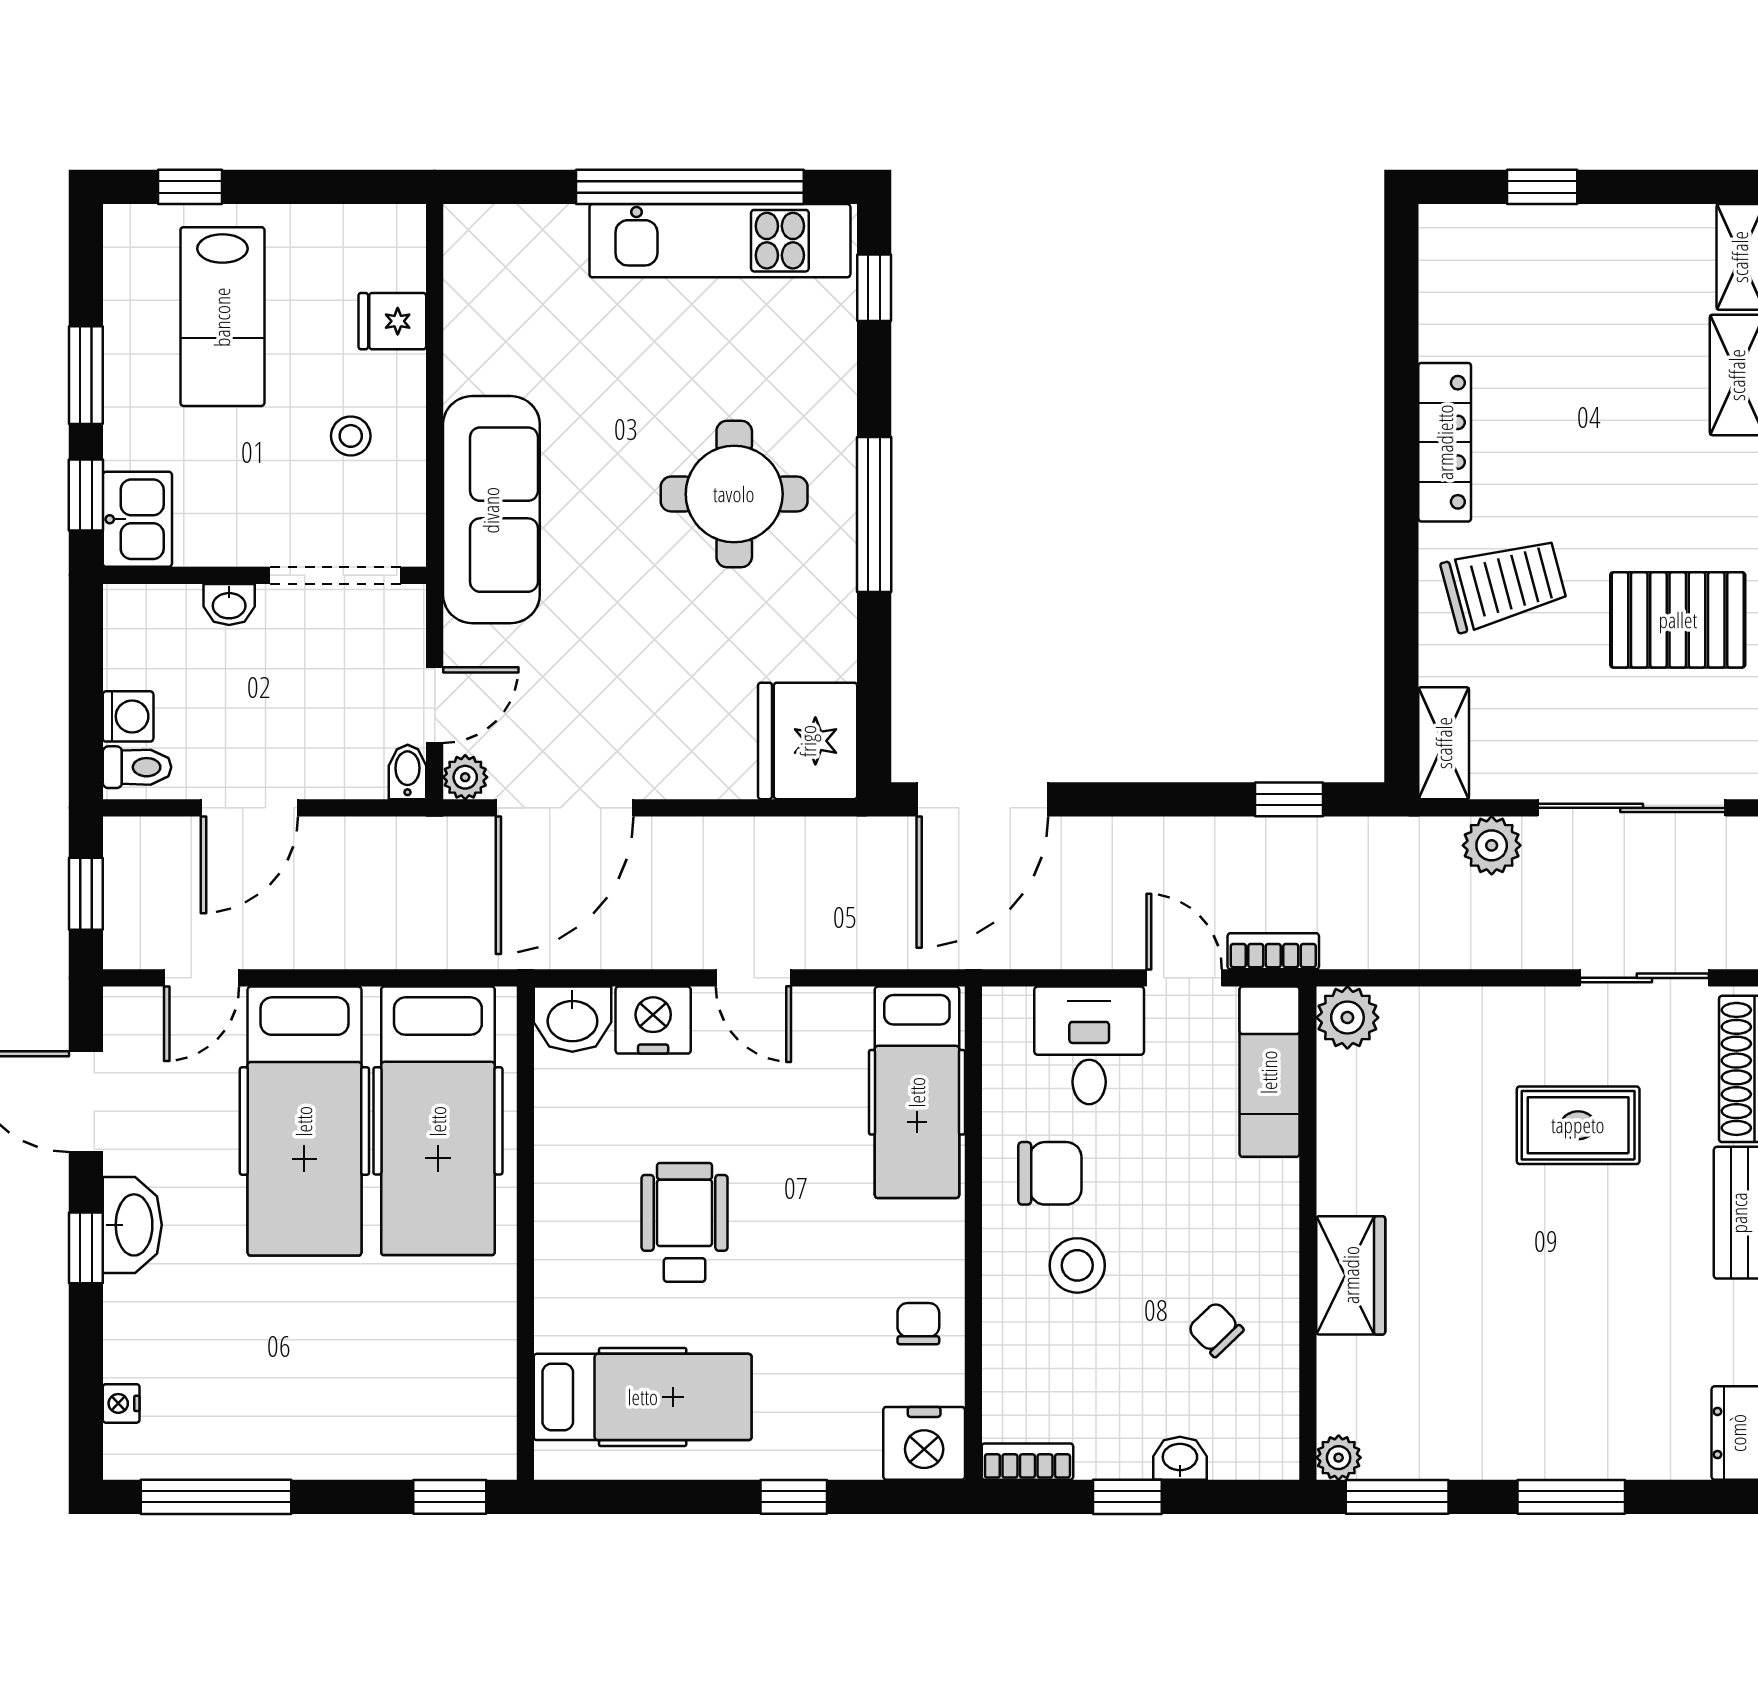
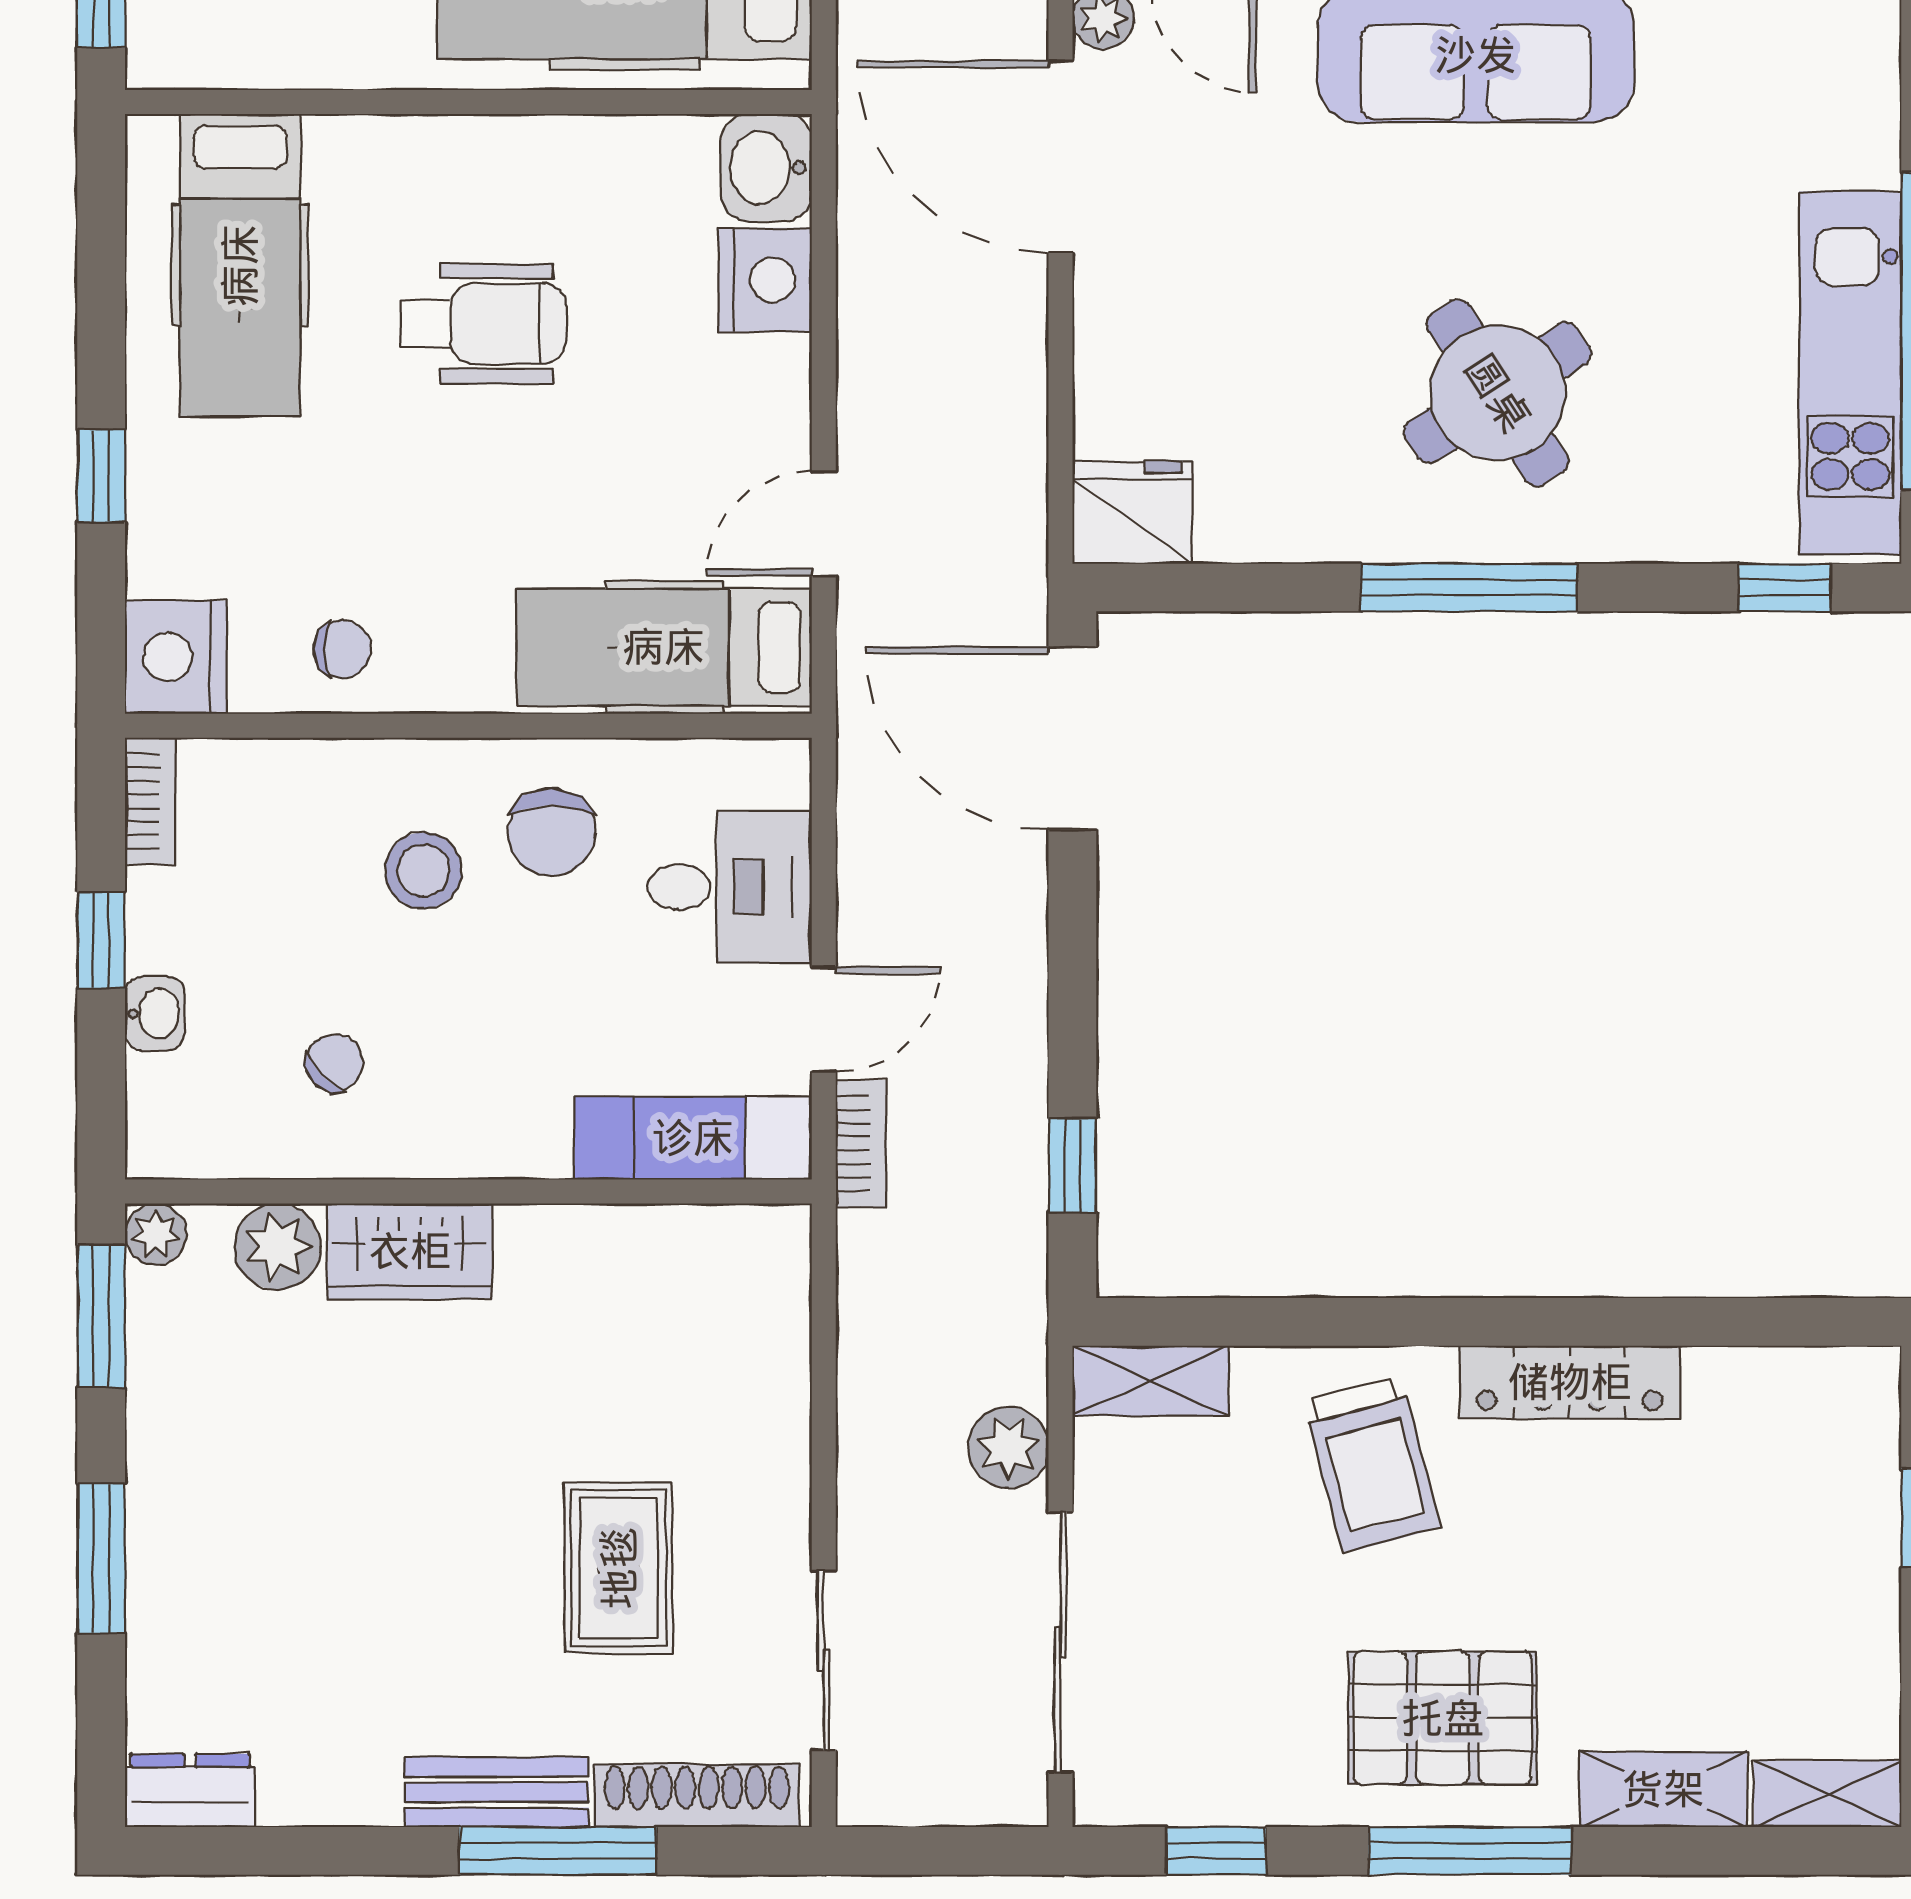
round table: (734, 494) -> (1498, 393), turned -33
pallet: (1678, 620) -> (1443, 1718), moved, turned 90
fridge: (808, 741) -> (1132, 512), width x0.73, depth x0.75
door: (753, 978) -> (824, 524), moved
plant: (1347, 1018) -> (277, 1247), moved

